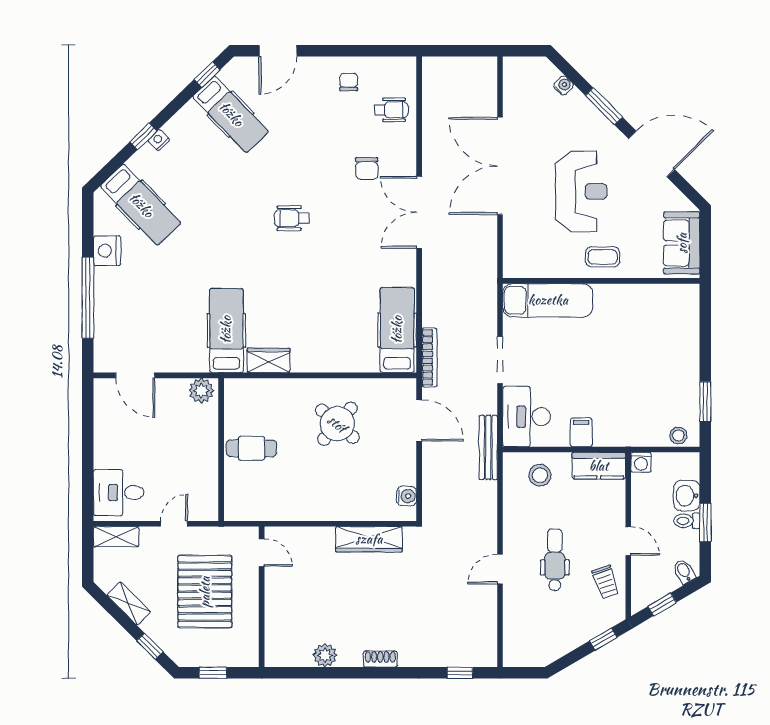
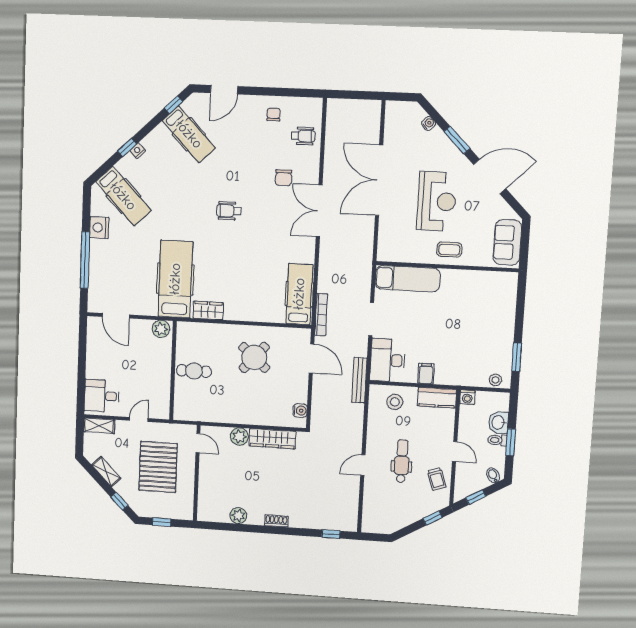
hospital bed: (226, 330) -> (175, 279), width x1.37, depth x1.29
plant: (321, 539) -> (239, 437), added

